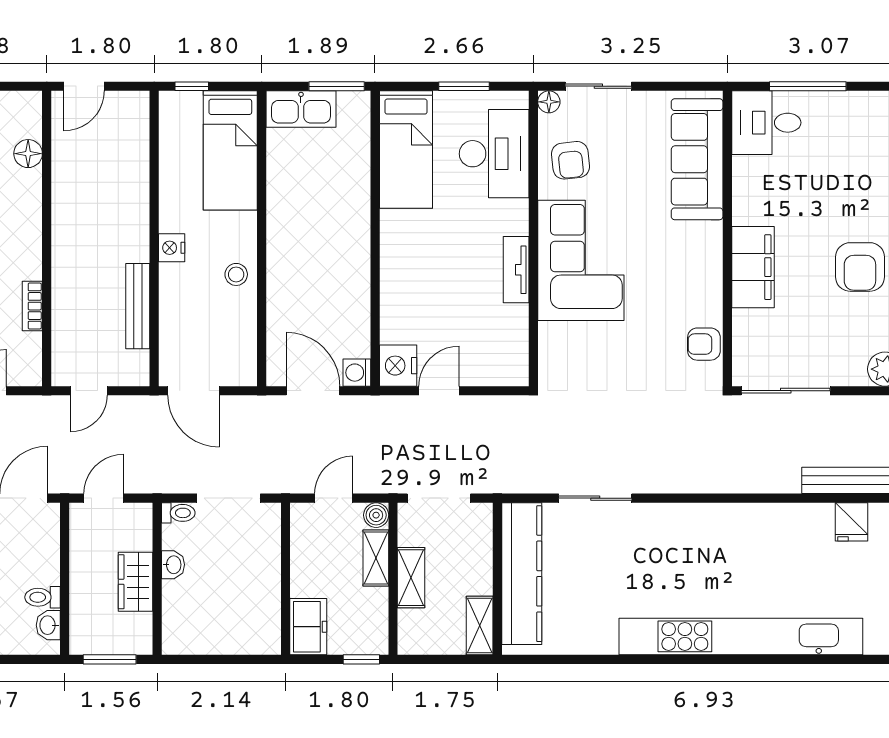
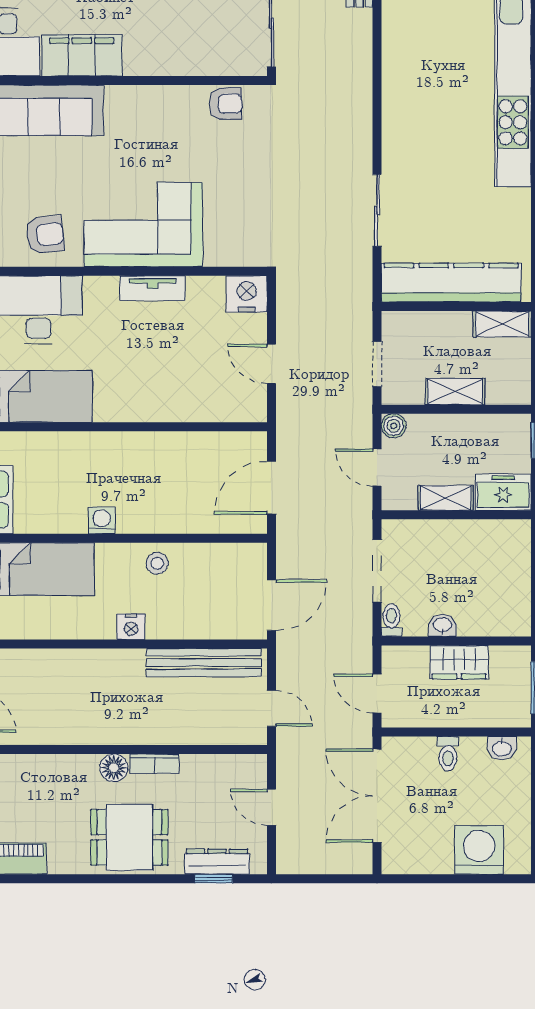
floor lamp: (28, 154) -> (114, 768), moved
filing cabinet: (753, 267) -> (82, 55), moved
bookcase: (32, 306) -> (154, 764), moved
bench: (138, 306) -> (204, 663), width x1.37, depth x1.21
armchair: (704, 344) -> (226, 104), turned -90
nightstand: (398, 366) -> (247, 294), moved, turned 180
washing machine: (357, 373) -> (102, 520), moved, turned 180
doorway: (439, 498) -> (377, 364), width x0.73
shelving: (376, 558) -> (446, 498), moved
toilet: (43, 597) -> (448, 754), moved

